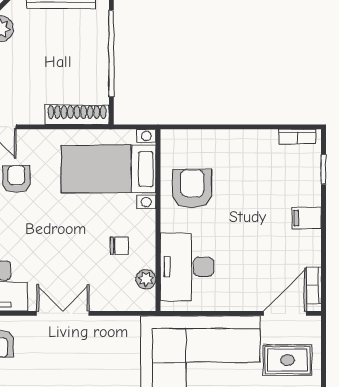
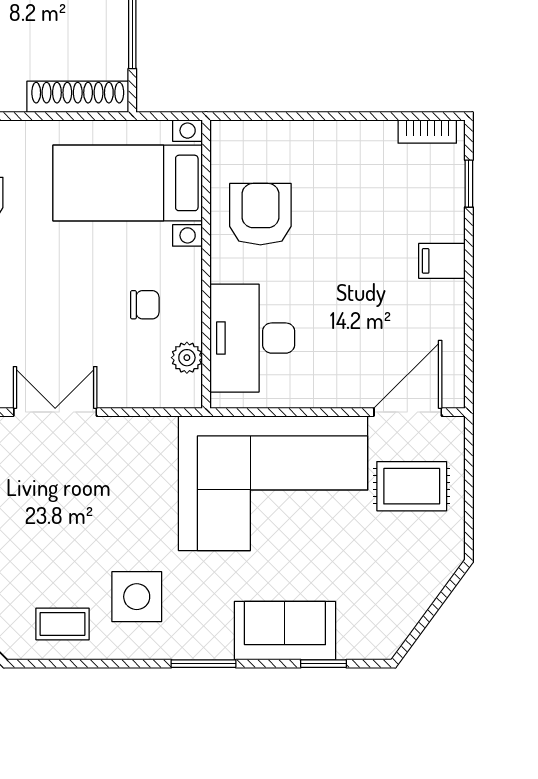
bookcase: (314, 285) -> (454, 368), removed

